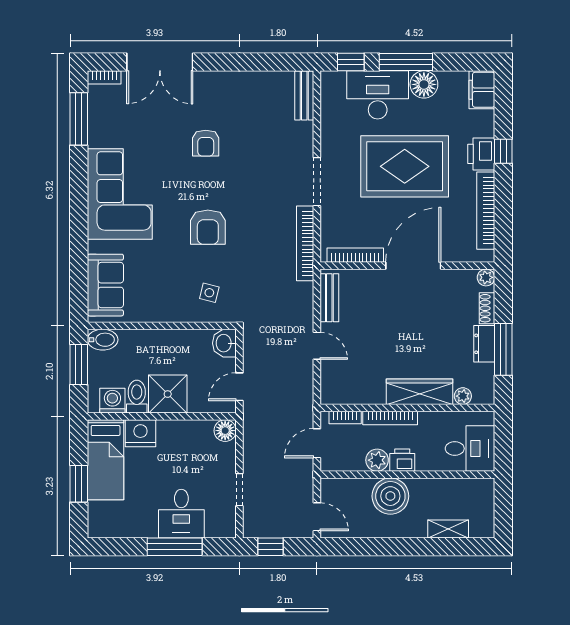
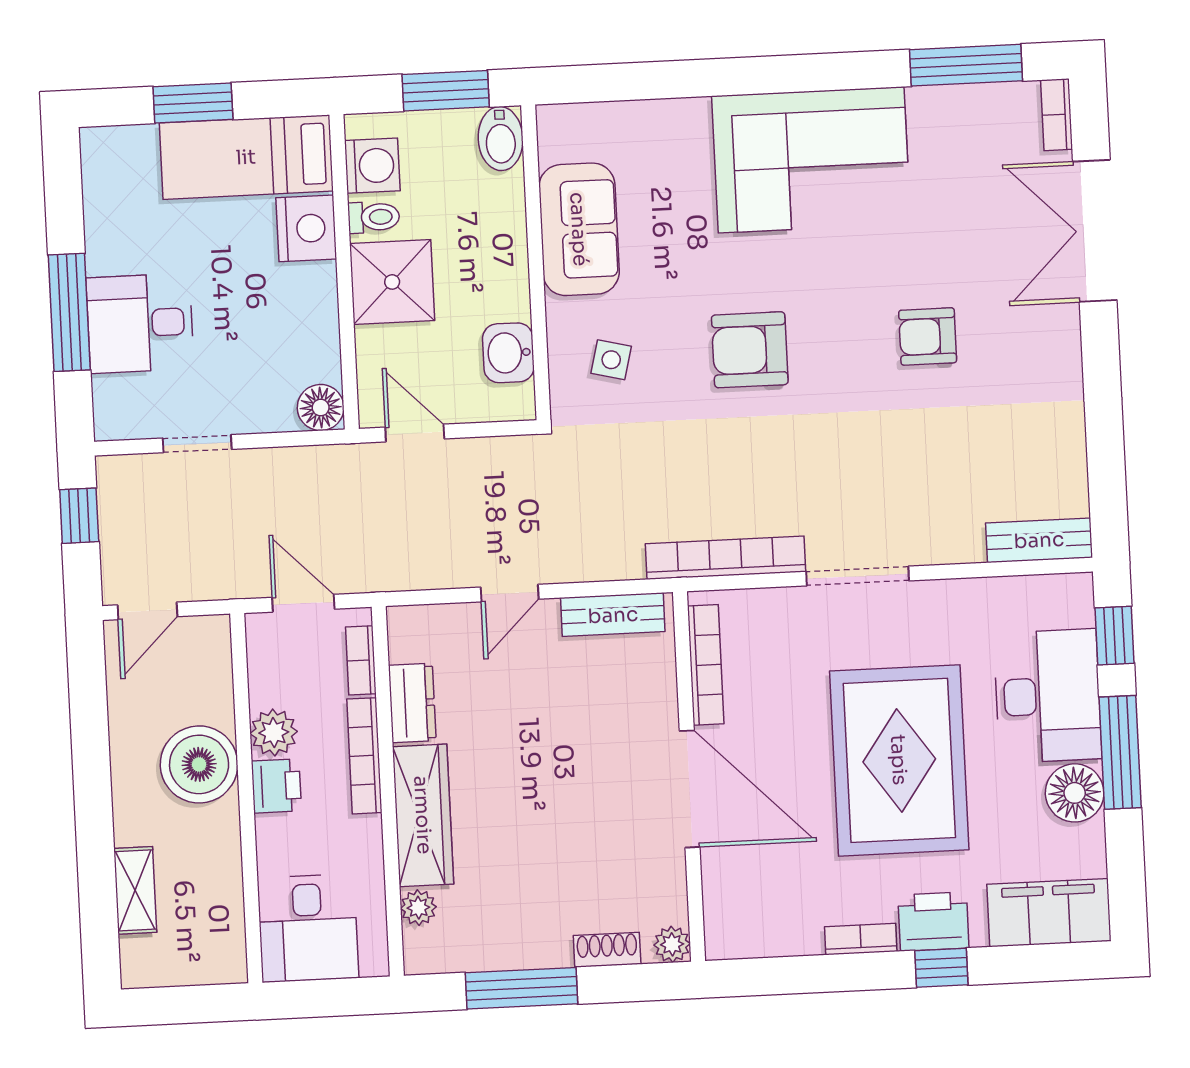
filing cabinet: (482, 90) -> (1049, 913), width x1.50, depth x1.17
bookcase: (486, 211) -> (861, 939), width x0.43, depth x0.76
sofa: (105, 285) -> (579, 229), moved, turned -90
washbasin: (224, 343) -> (508, 353), moved, turned -90
dresser: (484, 344) -> (412, 703), moved, turned 90
toilet: (137, 397) -> (374, 217), width x0.73, depth x0.72

